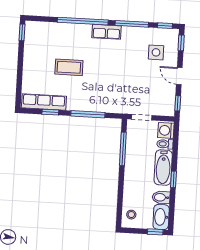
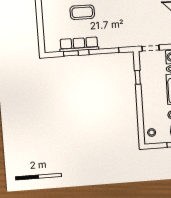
row of seats: (44, 102) -> (79, 44), moved
window: (123, 149) -> (138, 77), width x0.46

